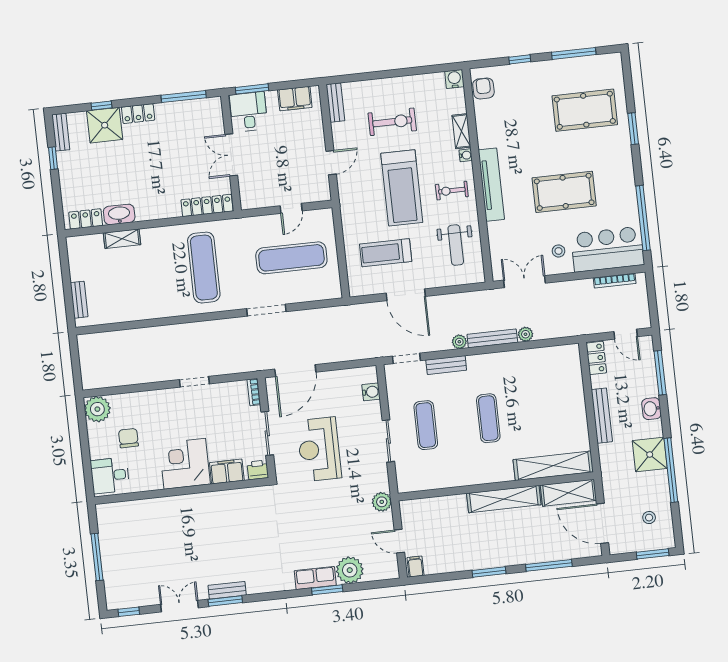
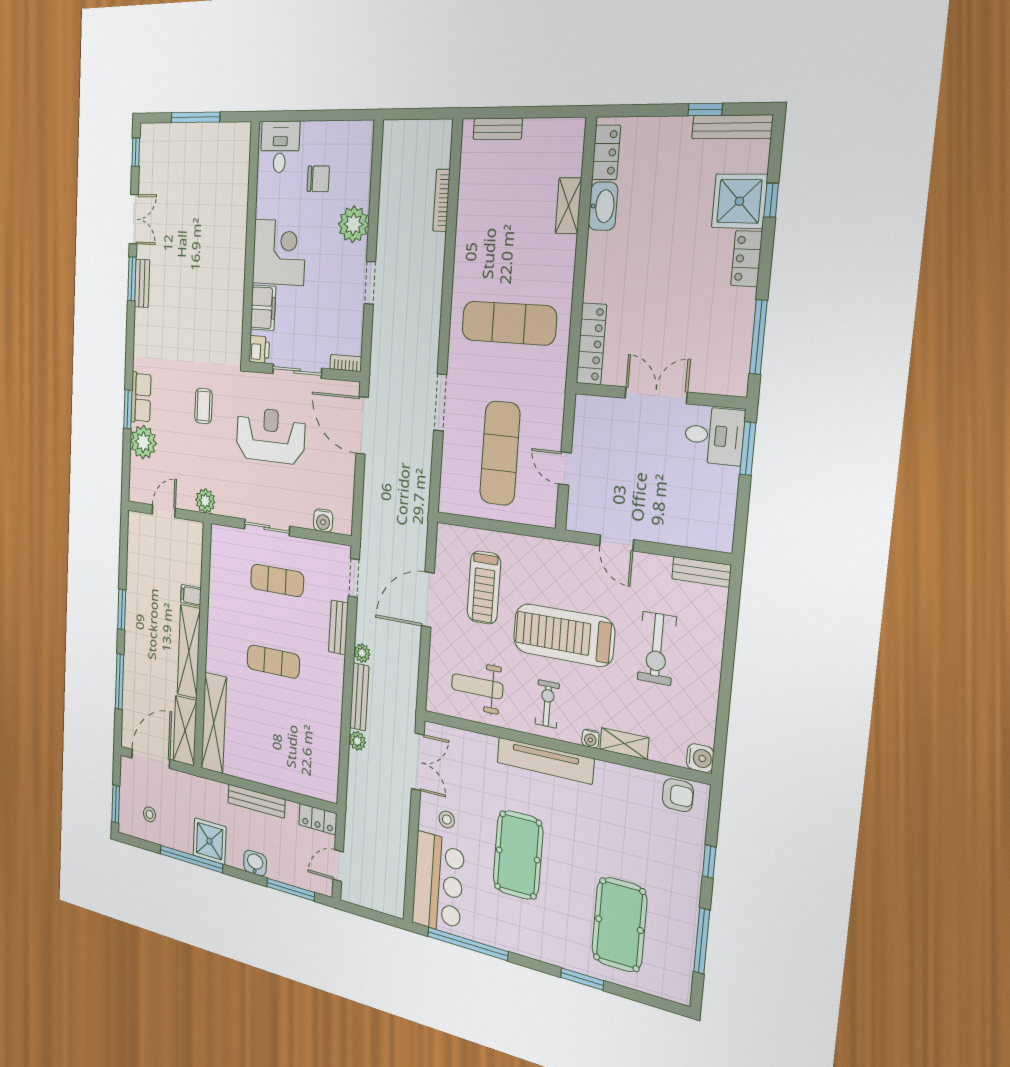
filing cabinet: (295, 99) -> (720, 512), removed
bench: (61, 132) -> (732, 127), width x1.36
treadmill: (386, 253) -> (484, 588), turned 180
bookcase: (615, 281) -> (441, 200), moved
plant: (97, 409) -> (353, 224), moved
coffee table: (310, 515) -> (204, 406), added
filing cabinet: (415, 567) -> (191, 595), moved, turned 180

